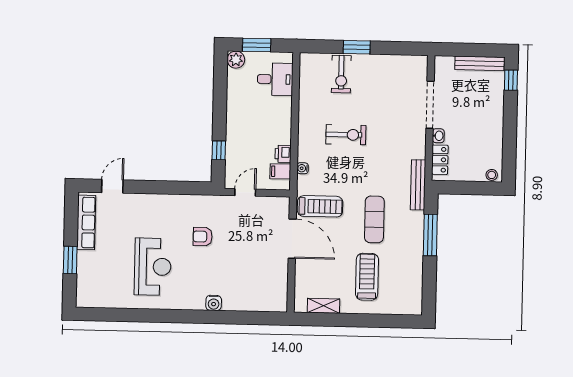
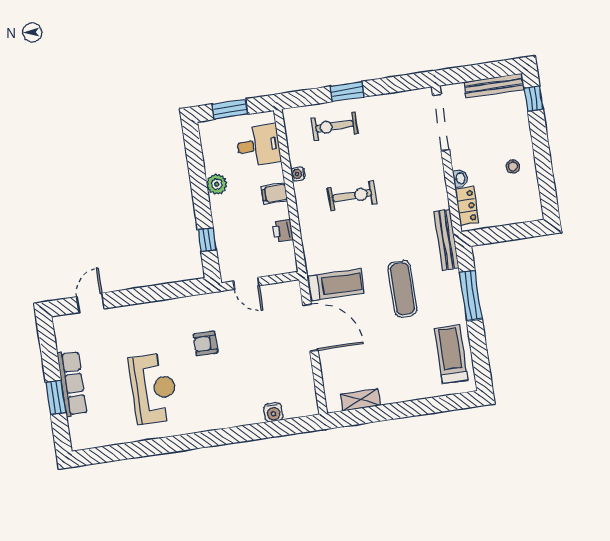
plant: (236, 60) -> (217, 184), moved
exercise bike: (341, 74) -> (335, 126), turned 90
doorway: (430, 105) -> (441, 122), moved
water cooler: (303, 168) -> (298, 174), moved
filing cabinet: (280, 171) -> (274, 194), moved
stool: (492, 175) -> (513, 167), moved
door: (245, 192) -> (246, 283), swing flipped
row of seats: (86, 222) -> (72, 384), moved
treadmill: (367, 277) -> (451, 354), moved
water cooler: (214, 303) -> (273, 412), moved

